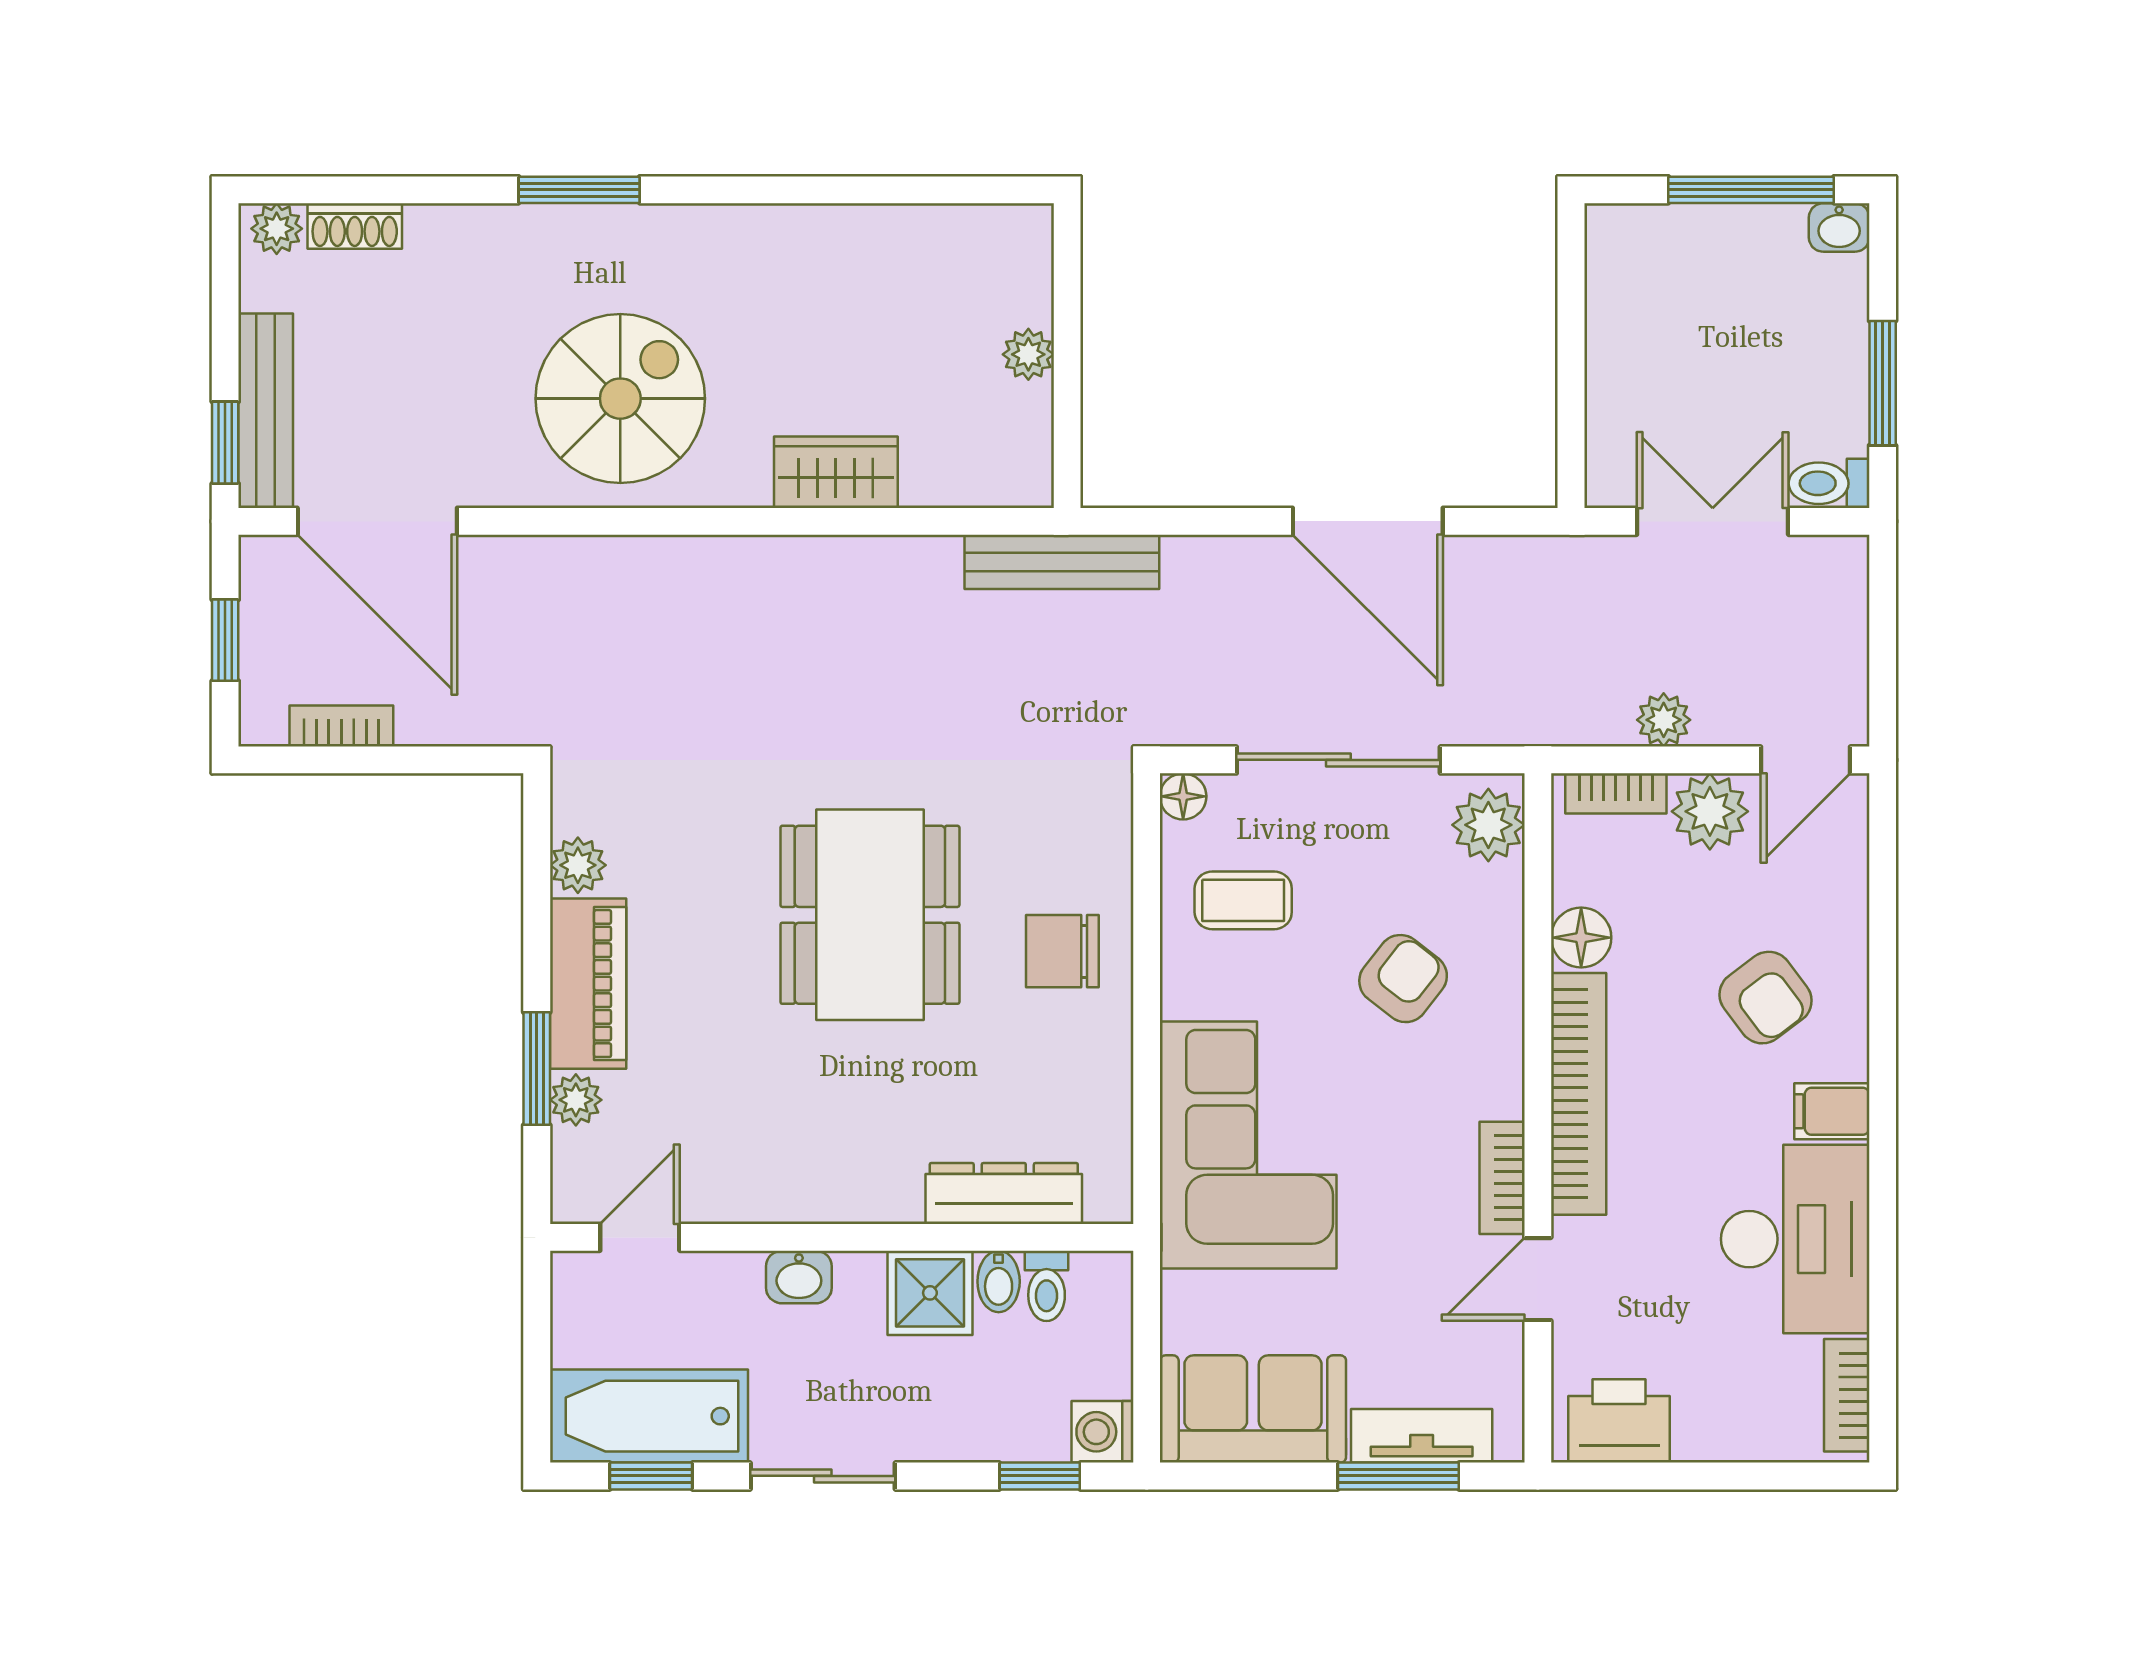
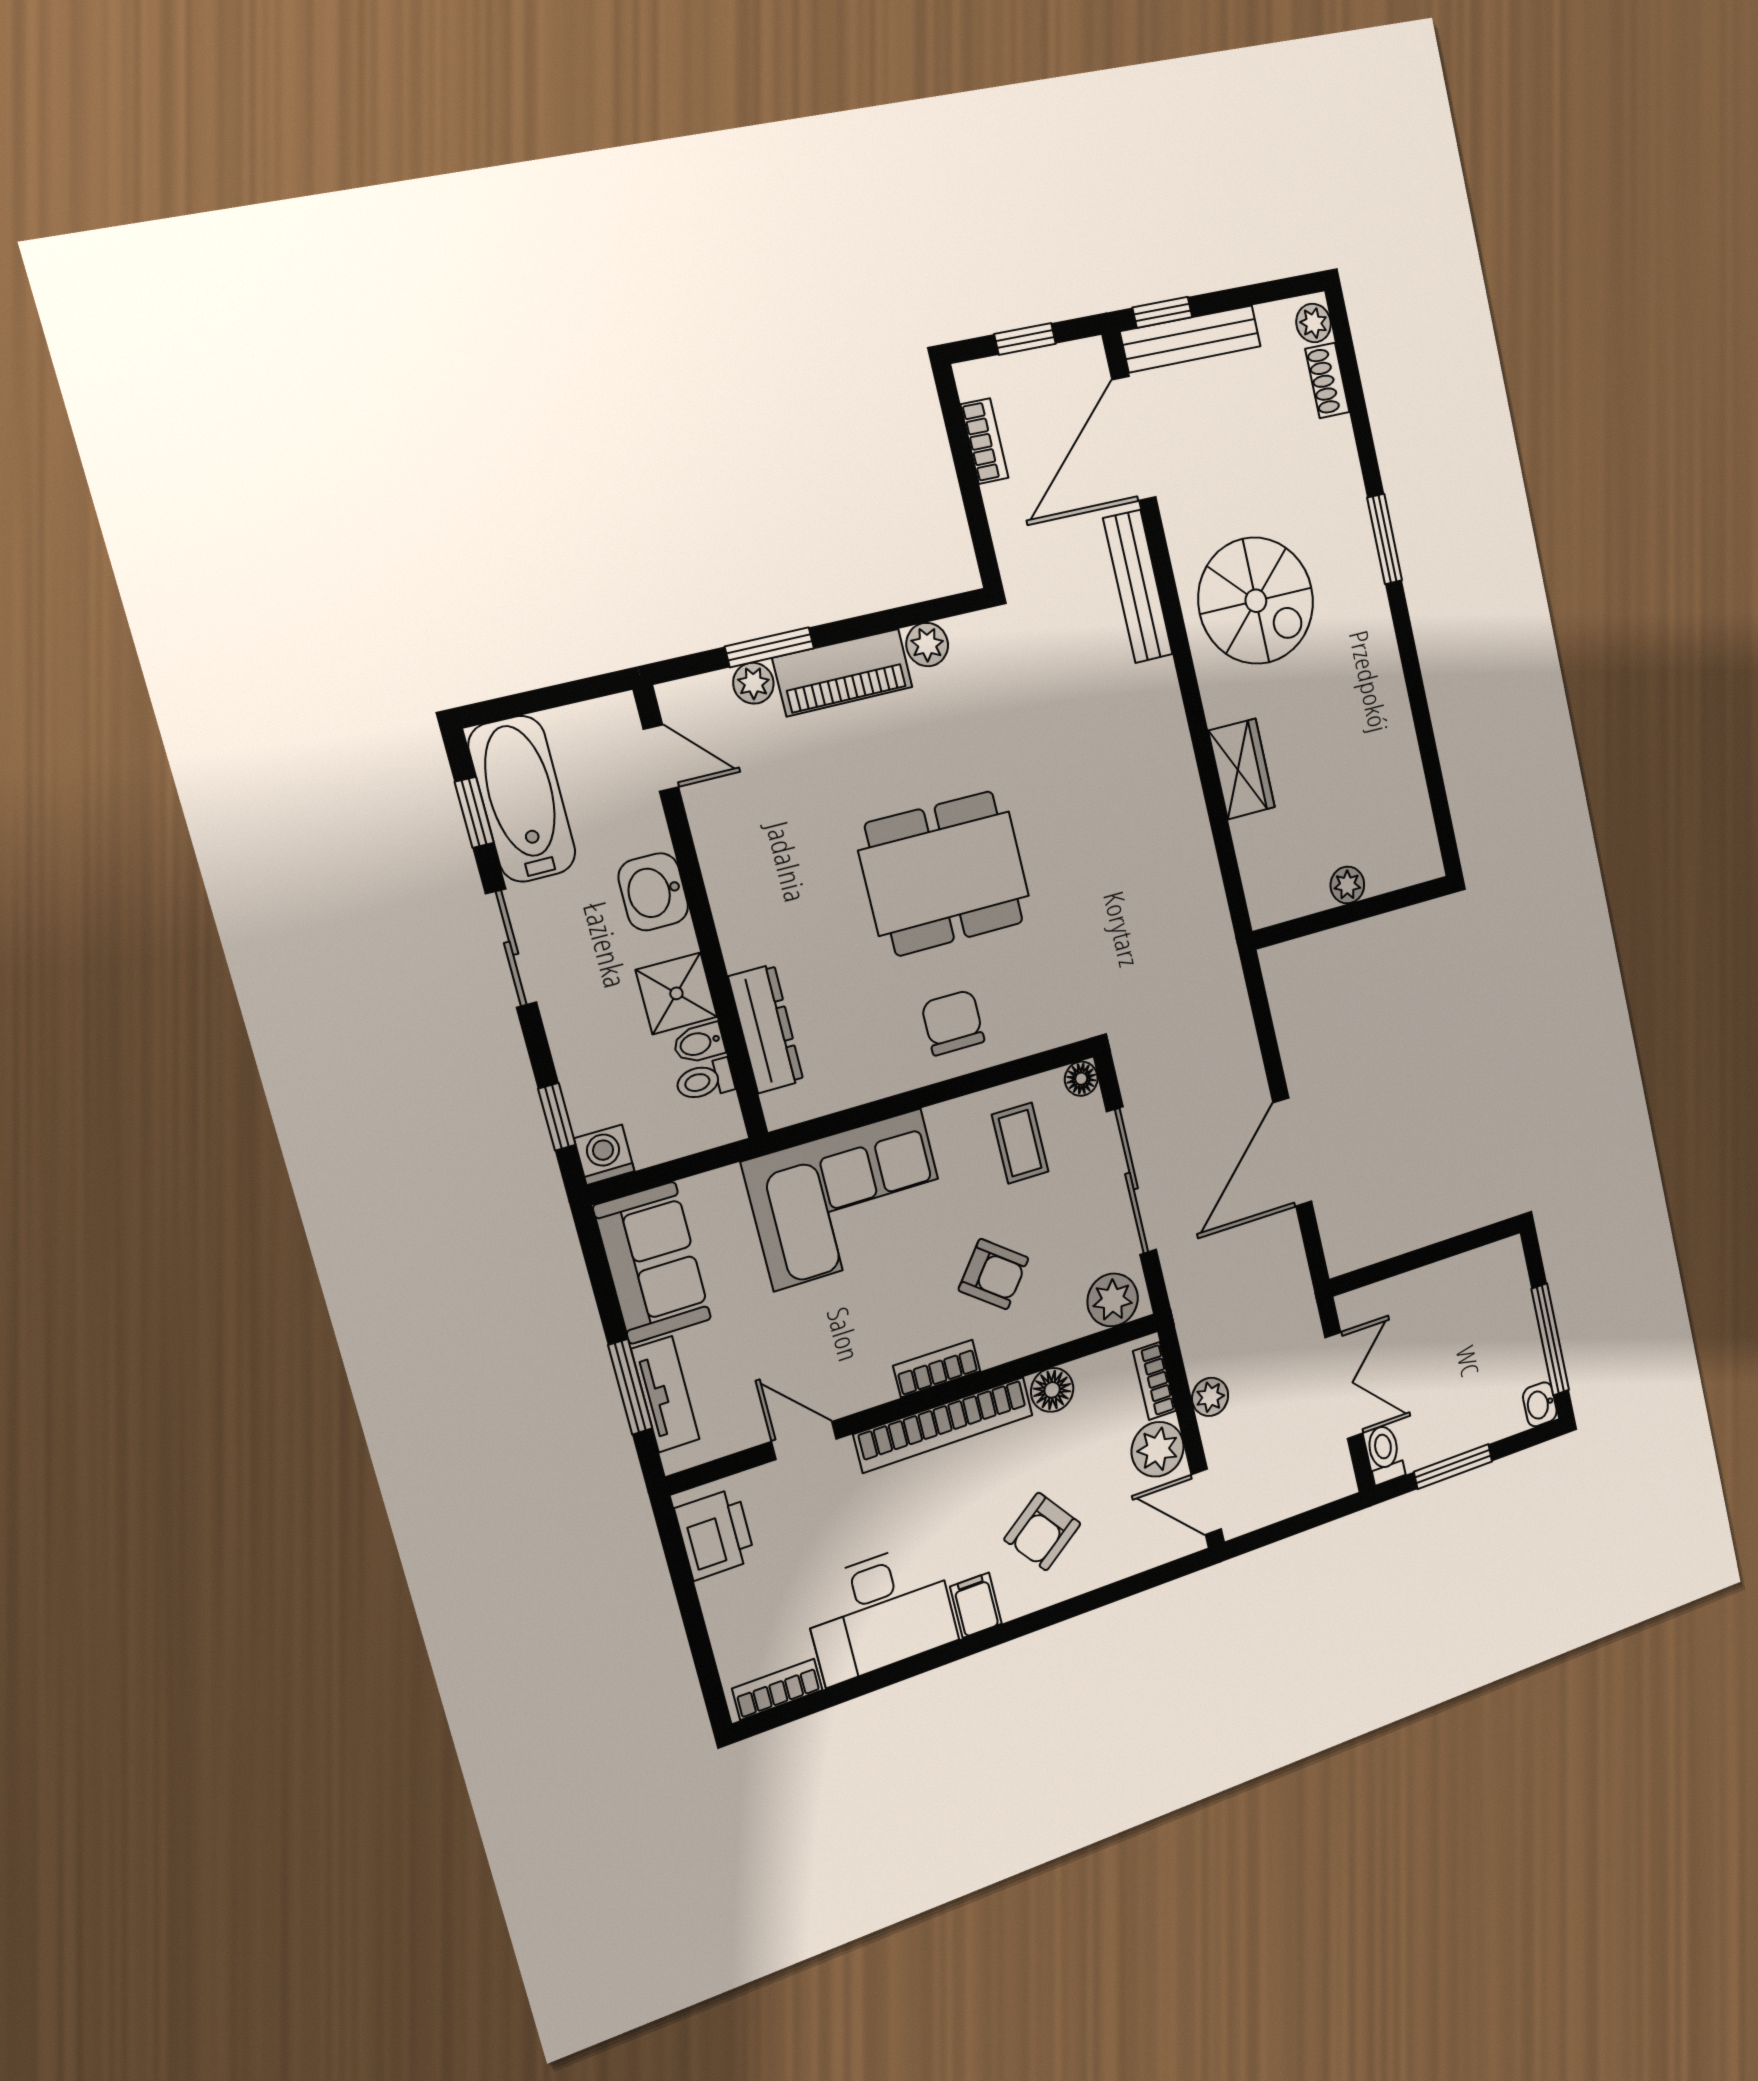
bench: (1062, 562) -> (1138, 587), moved
bookcase: (1502, 1178) -> (937, 1368), moved
washbasin: (799, 1277) -> (653, 892), width x1.38, depth x1.45

